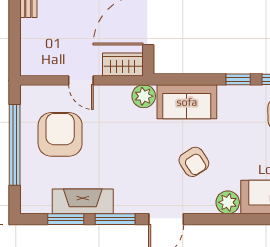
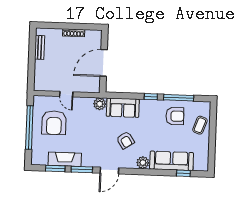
wardrobe: (123, 64) -> (89, 86), removed
armchair: (60, 134) -> (54, 123), turned 180

